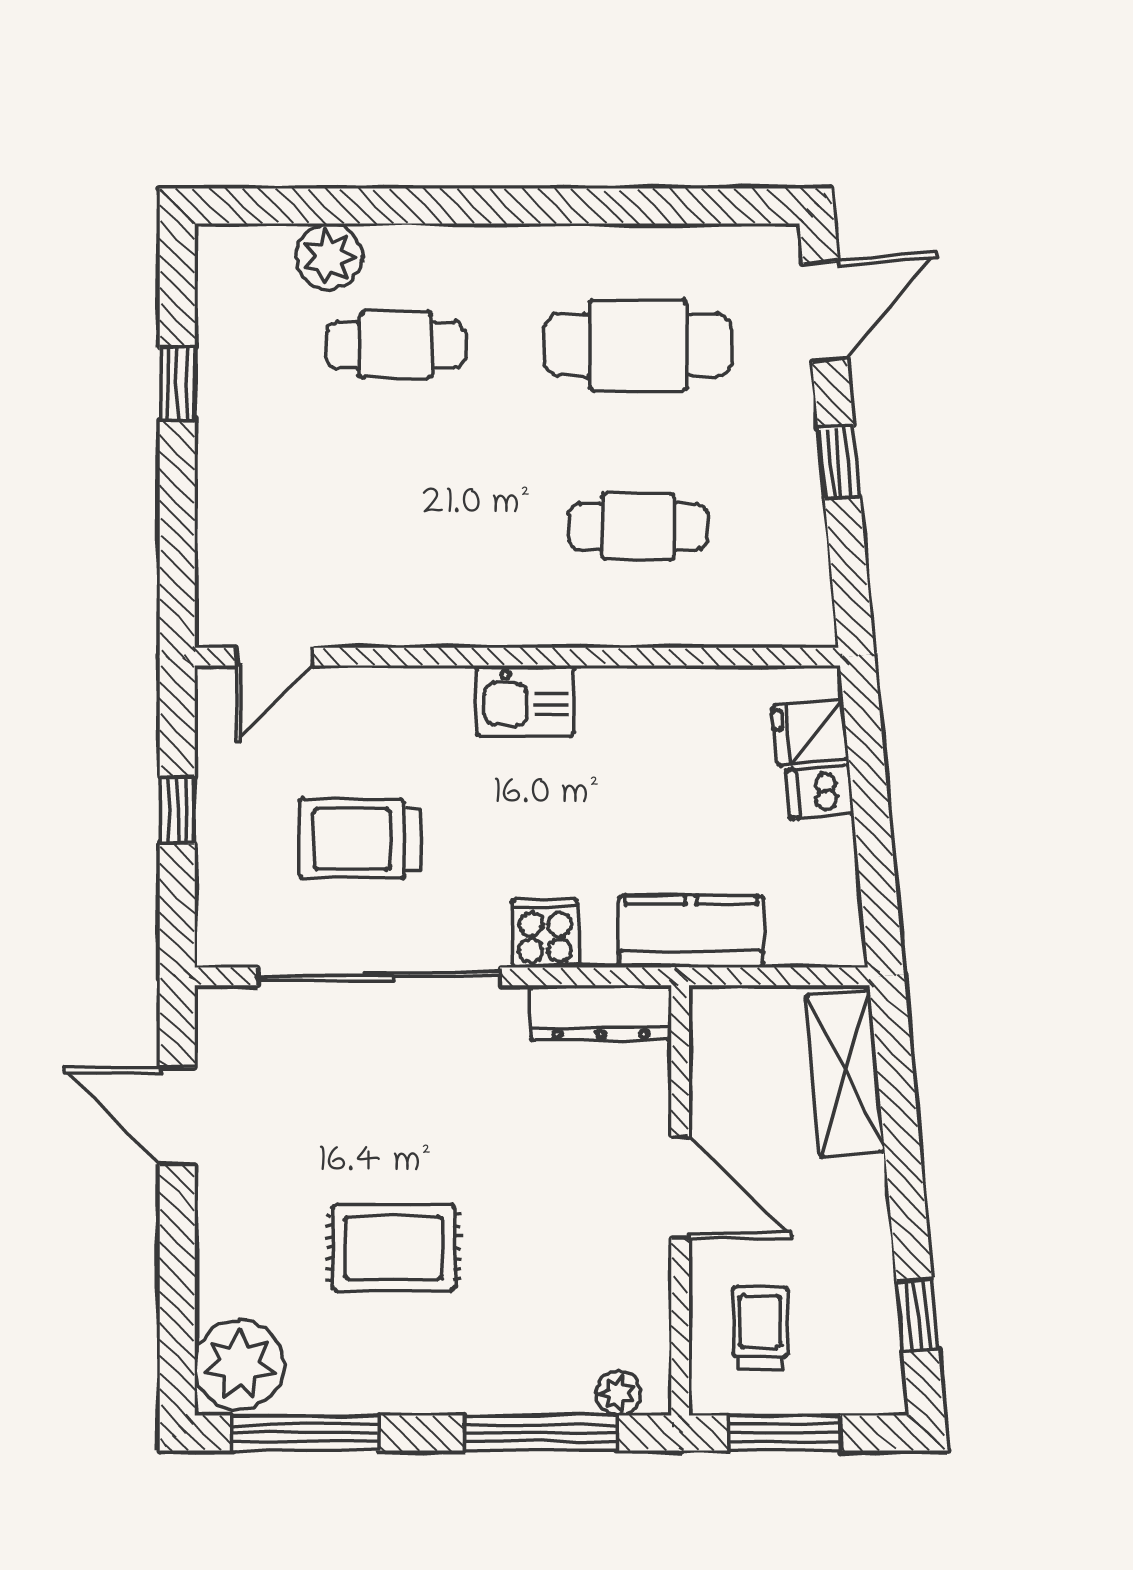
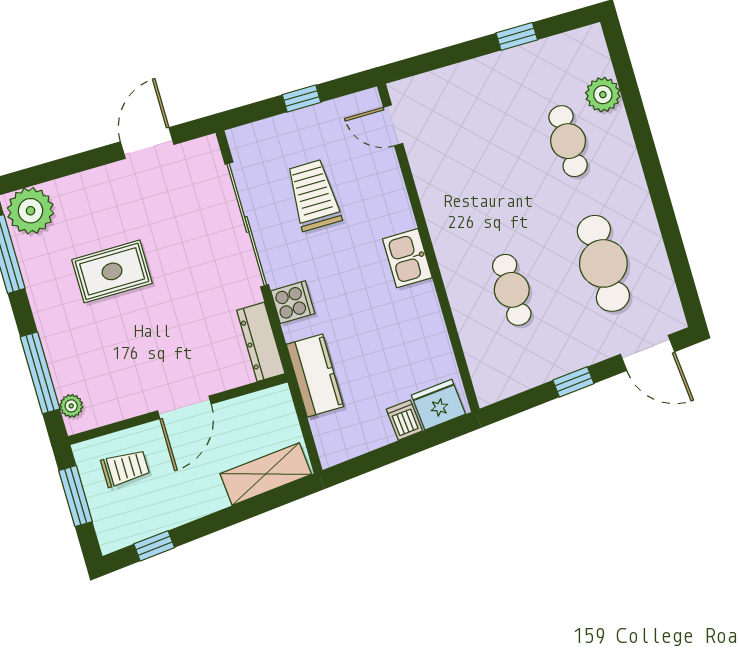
fridge: (810, 733) -> (438, 405), width x1.38
rug: (393, 1248) -> (112, 271), turned 90

